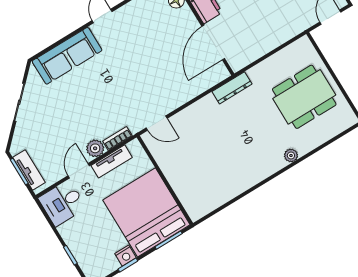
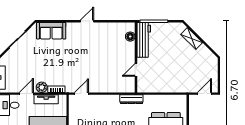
door: (213, 43) -> (136, 70), width x0.53
sofa: (67, 56) -> (51, 31), width x0.73
door: (157, 123) -> (81, 94), swing flipped

